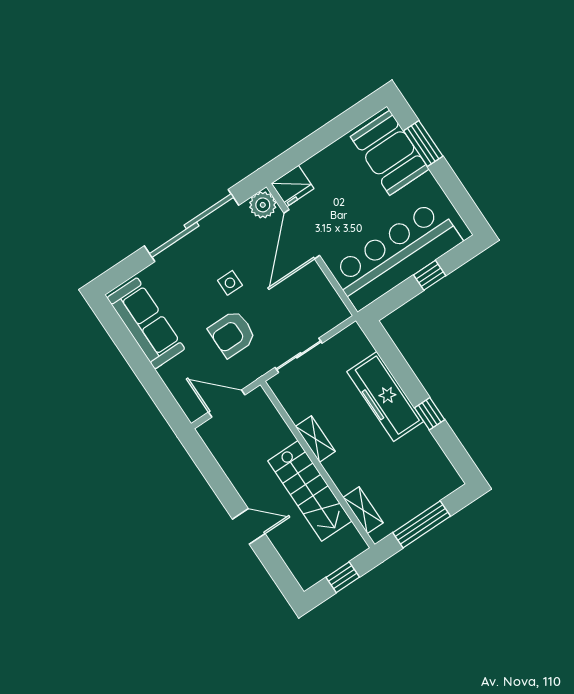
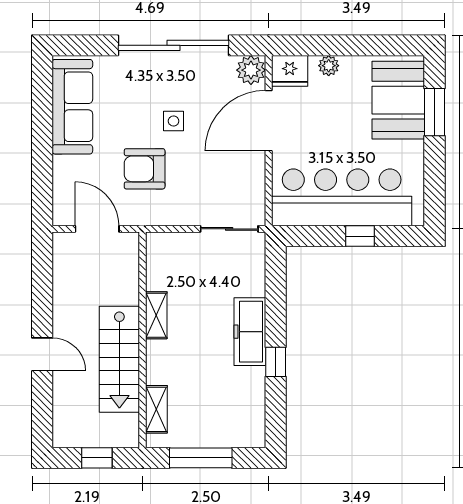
plant: (320, 162) -> (329, 66), added
sliding door: (299, 355) -> (229, 229), moved
freezer: (385, 397) -> (250, 332), width x0.73, depth x0.79

